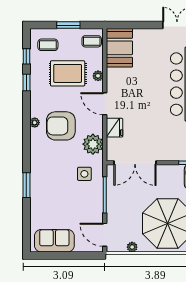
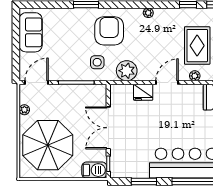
armchair: (61, 126) -> (109, 31), moved
double door: (135, 163) -> (108, 128), moved

